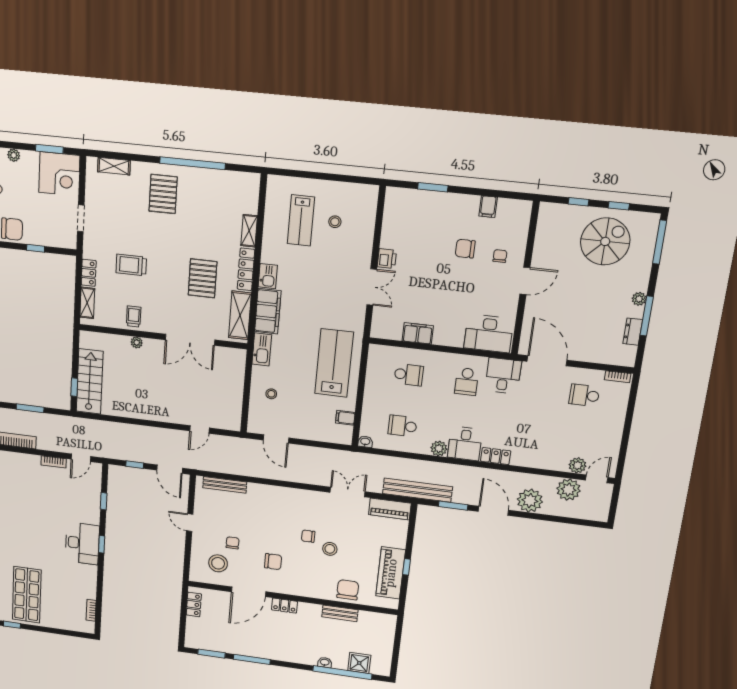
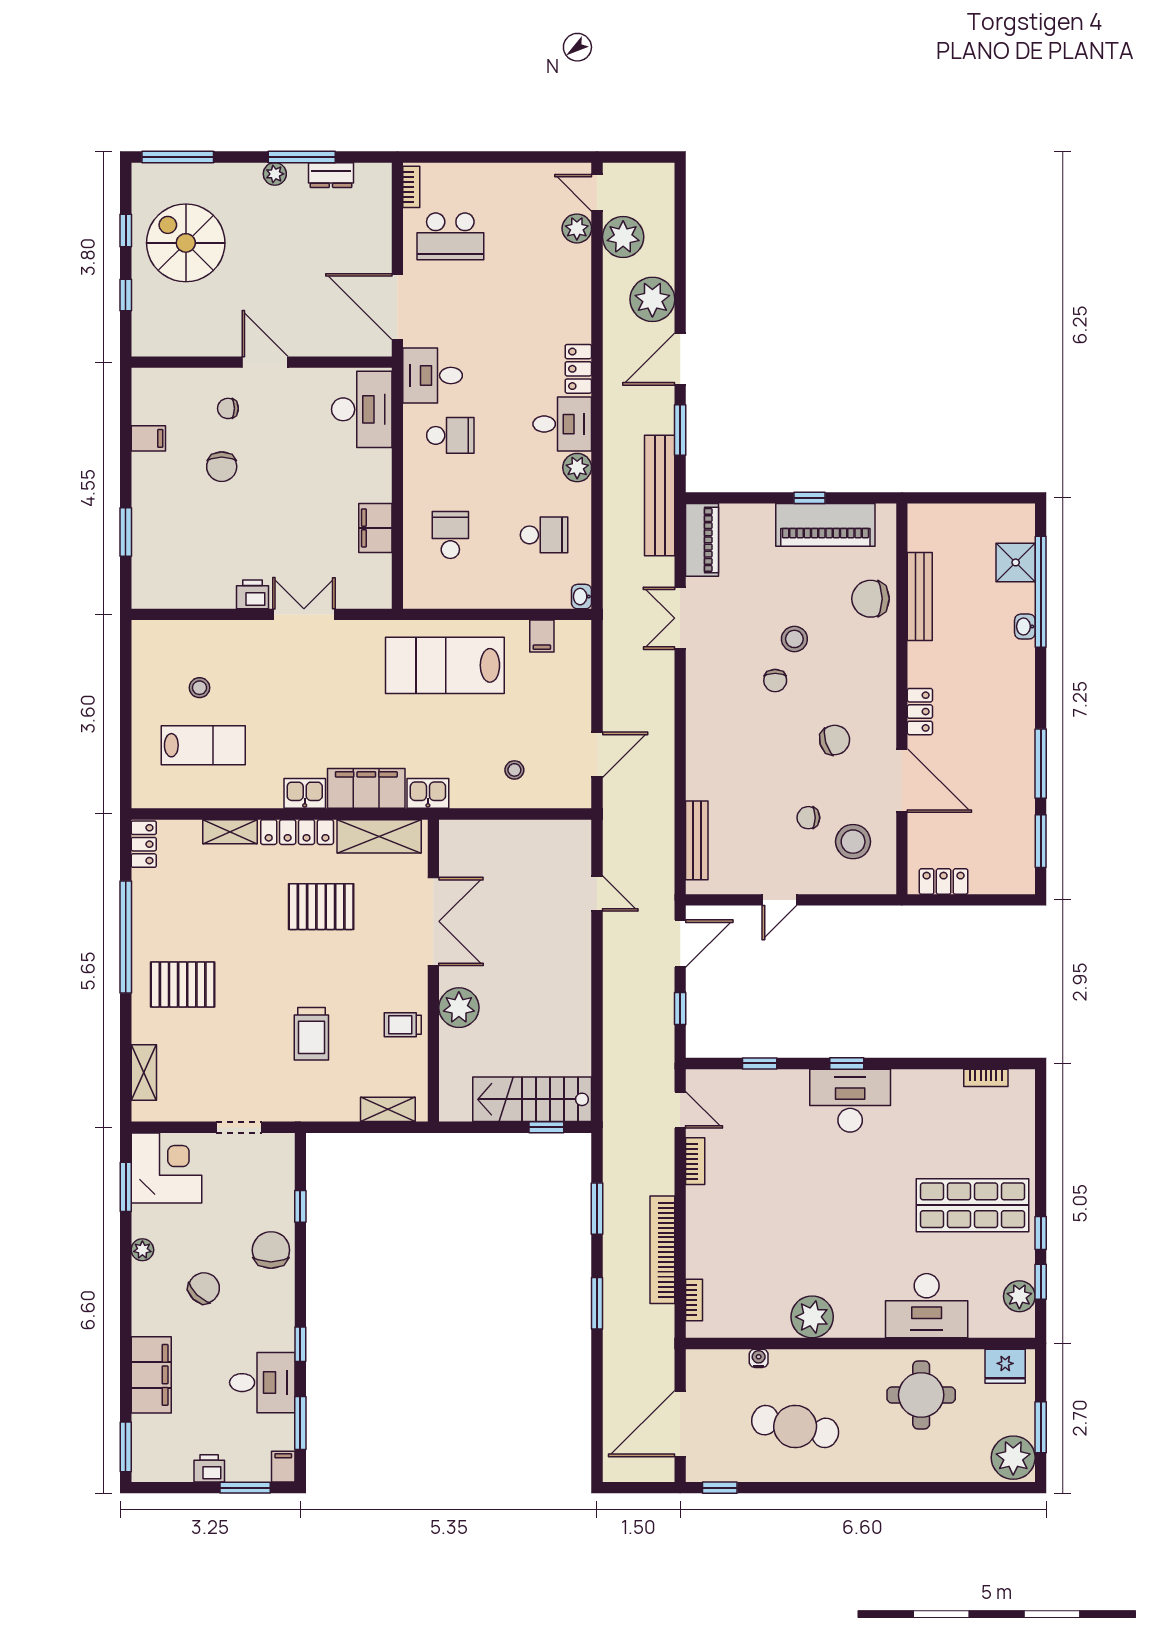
locker: (89, 273) -> (144, 844), moved, turned 90
plant: (137, 342) -> (459, 1008), width x1.88, depth x1.88
kitchen sink: (262, 349) -> (428, 793), width x0.73
door: (547, 361) -> (397, 307), hinge flipped
school desk: (584, 395) -> (450, 236), width x1.85
school desk: (403, 426) -> (544, 535), turned -90
chair: (273, 562) -> (835, 740), turned 73
bench: (340, 613) -> (920, 597), width x1.36

